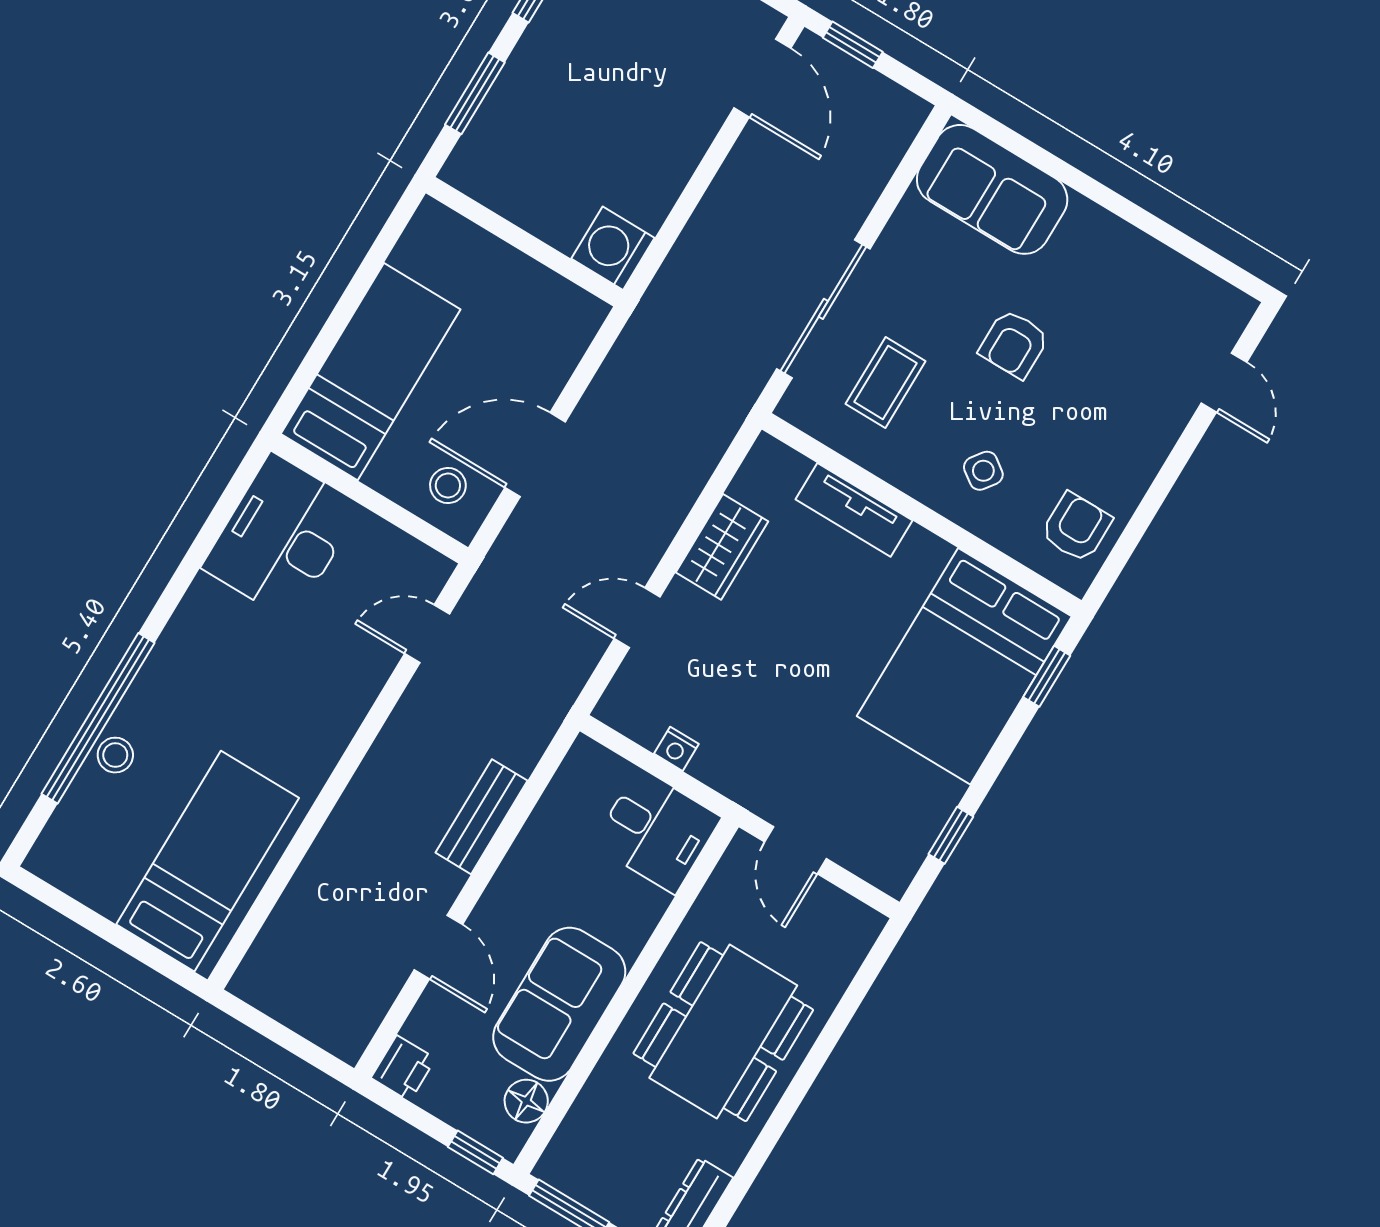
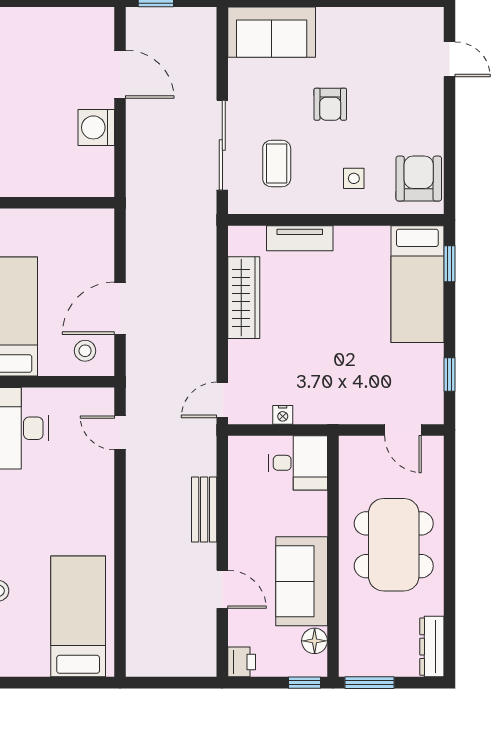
door: (762, 78) -> (120, 74), moved
washing machine: (613, 248) -> (96, 127), moved
side table: (983, 471) -> (354, 178), turned -36
armchair: (1076, 527) -> (419, 179), width x1.38, depth x1.38
wardrobe: (722, 547) -> (244, 298), width x1.50
door: (637, 618) -> (222, 400), moved
door: (427, 634) -> (120, 433), hinge flipped
bed: (964, 666) -> (417, 284), width x0.67
door: (796, 850) -> (403, 430), moved

